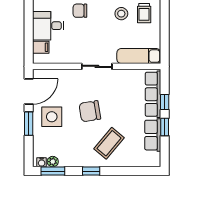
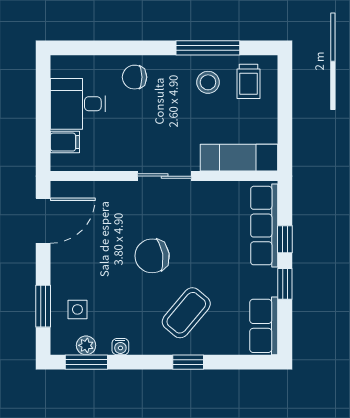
side table: (52, 117) -> (77, 309), moved, width x0.54, depth x0.54
window: (29, 124) -> (43, 306), moved
row of seats: (153, 135) -> (264, 326), moved
water cooler: (42, 162) -> (120, 347), moved
window: (91, 171) -> (188, 362), moved

